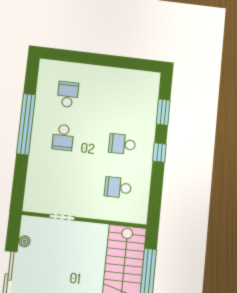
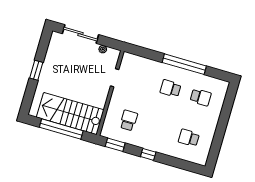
window: (163, 112) -> (115, 145), moved
school desk: (122, 144) -> (189, 138), moved, turned -90

